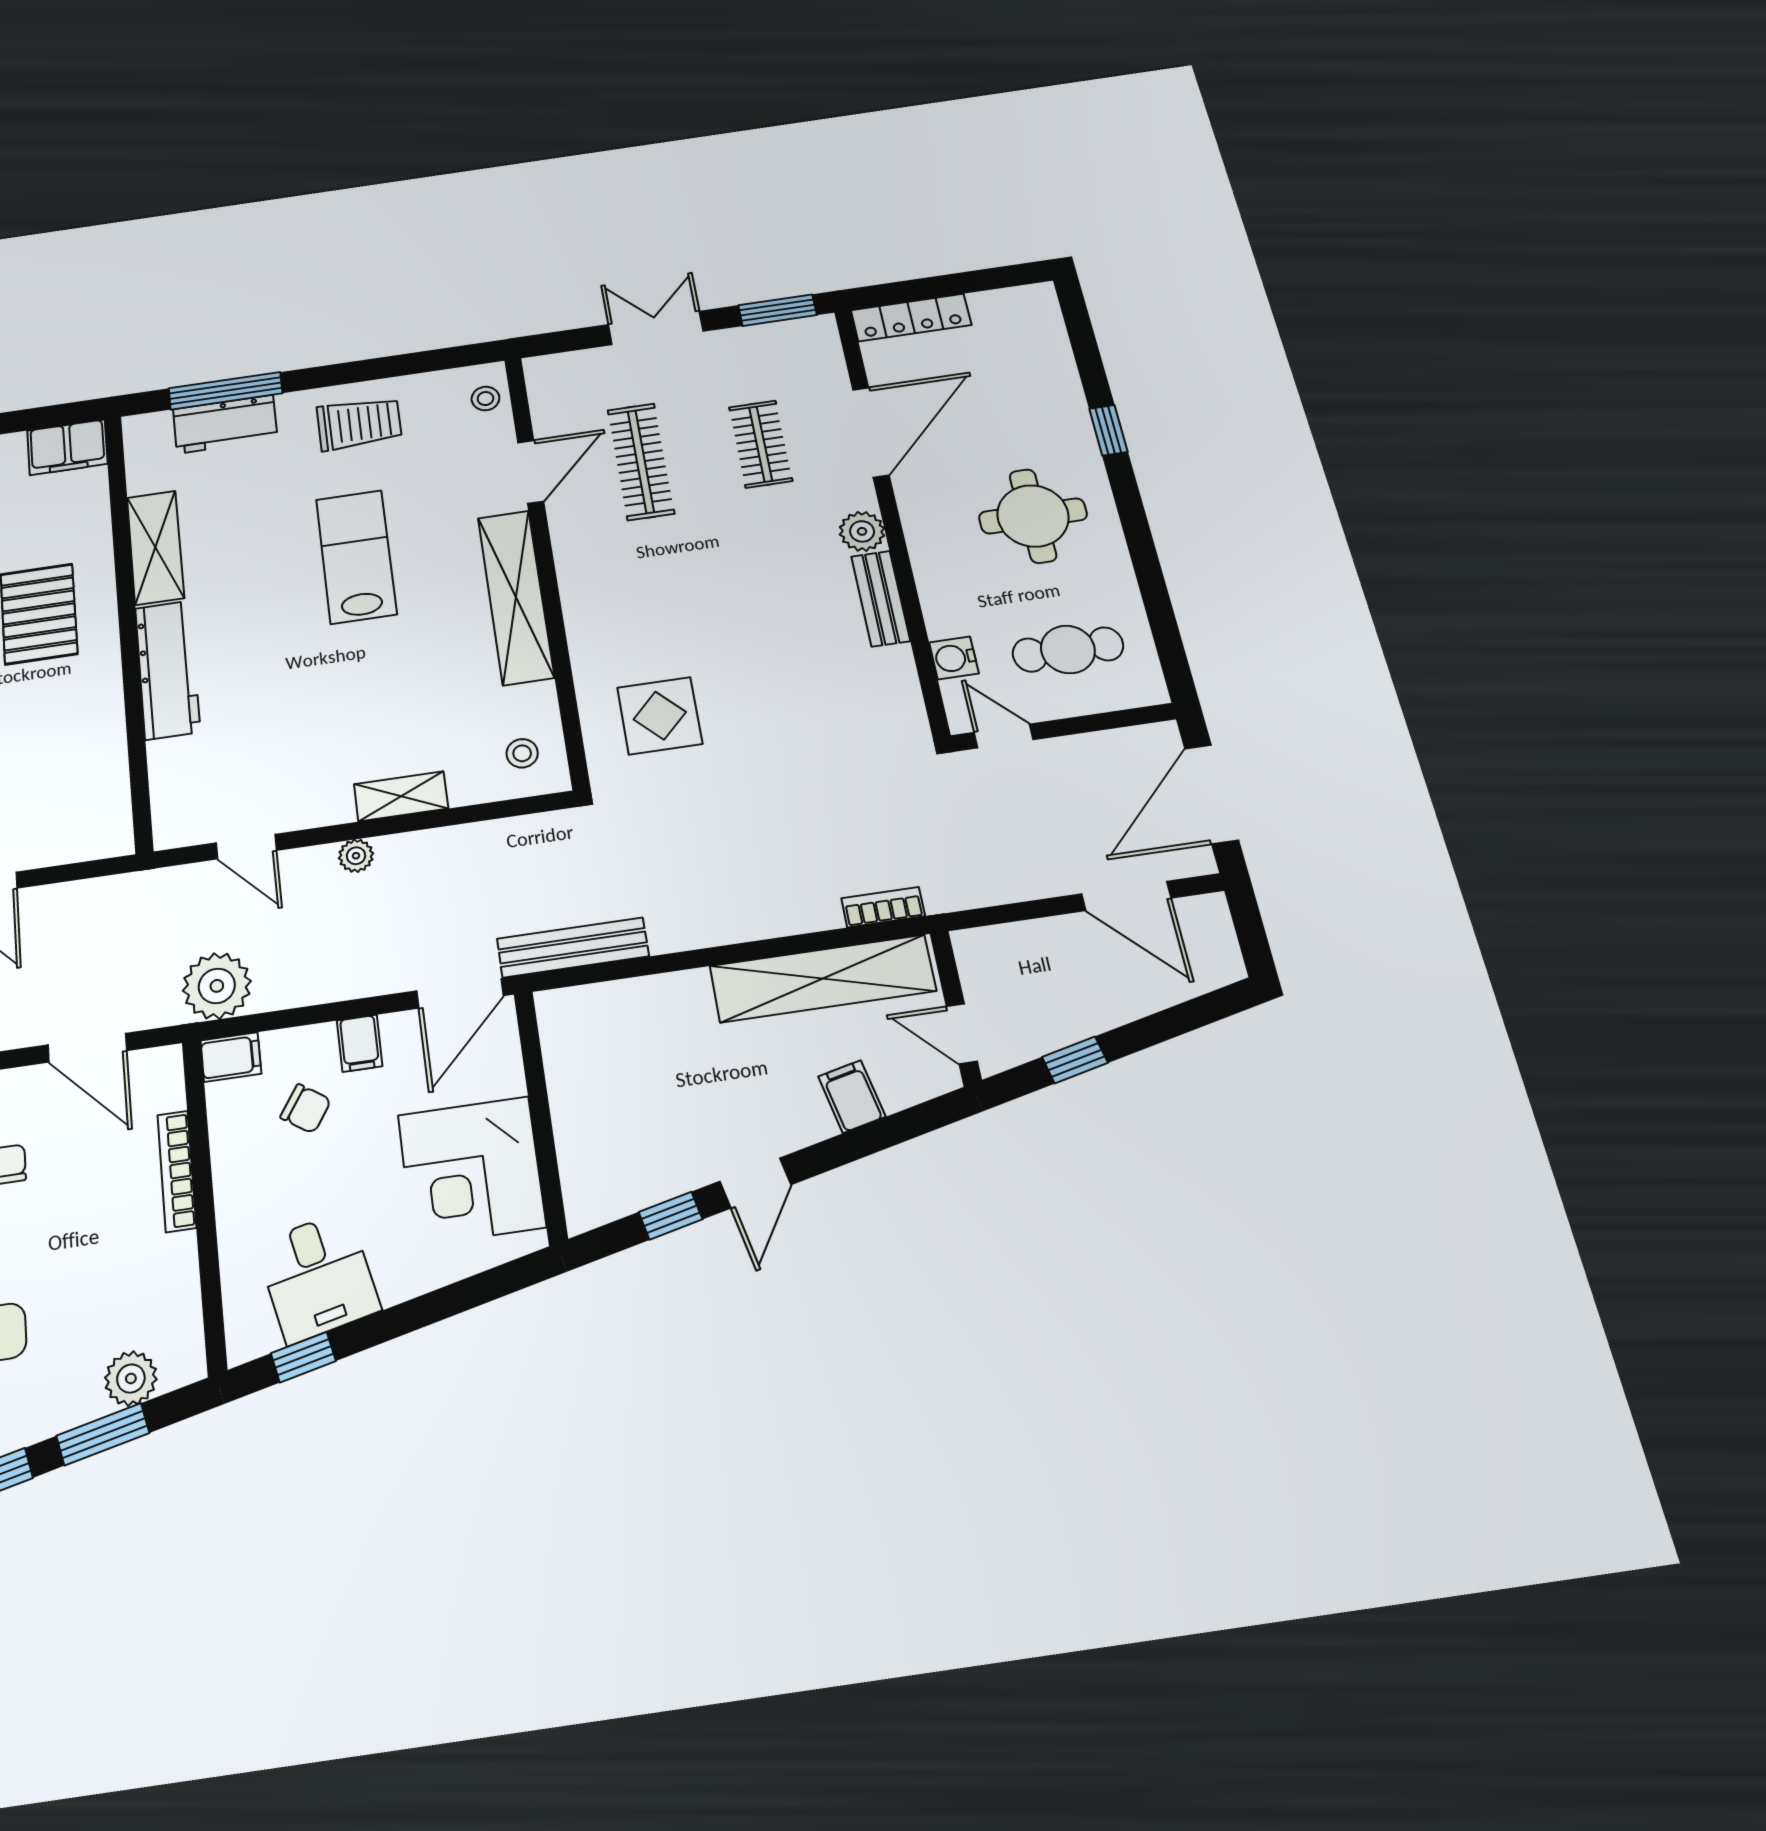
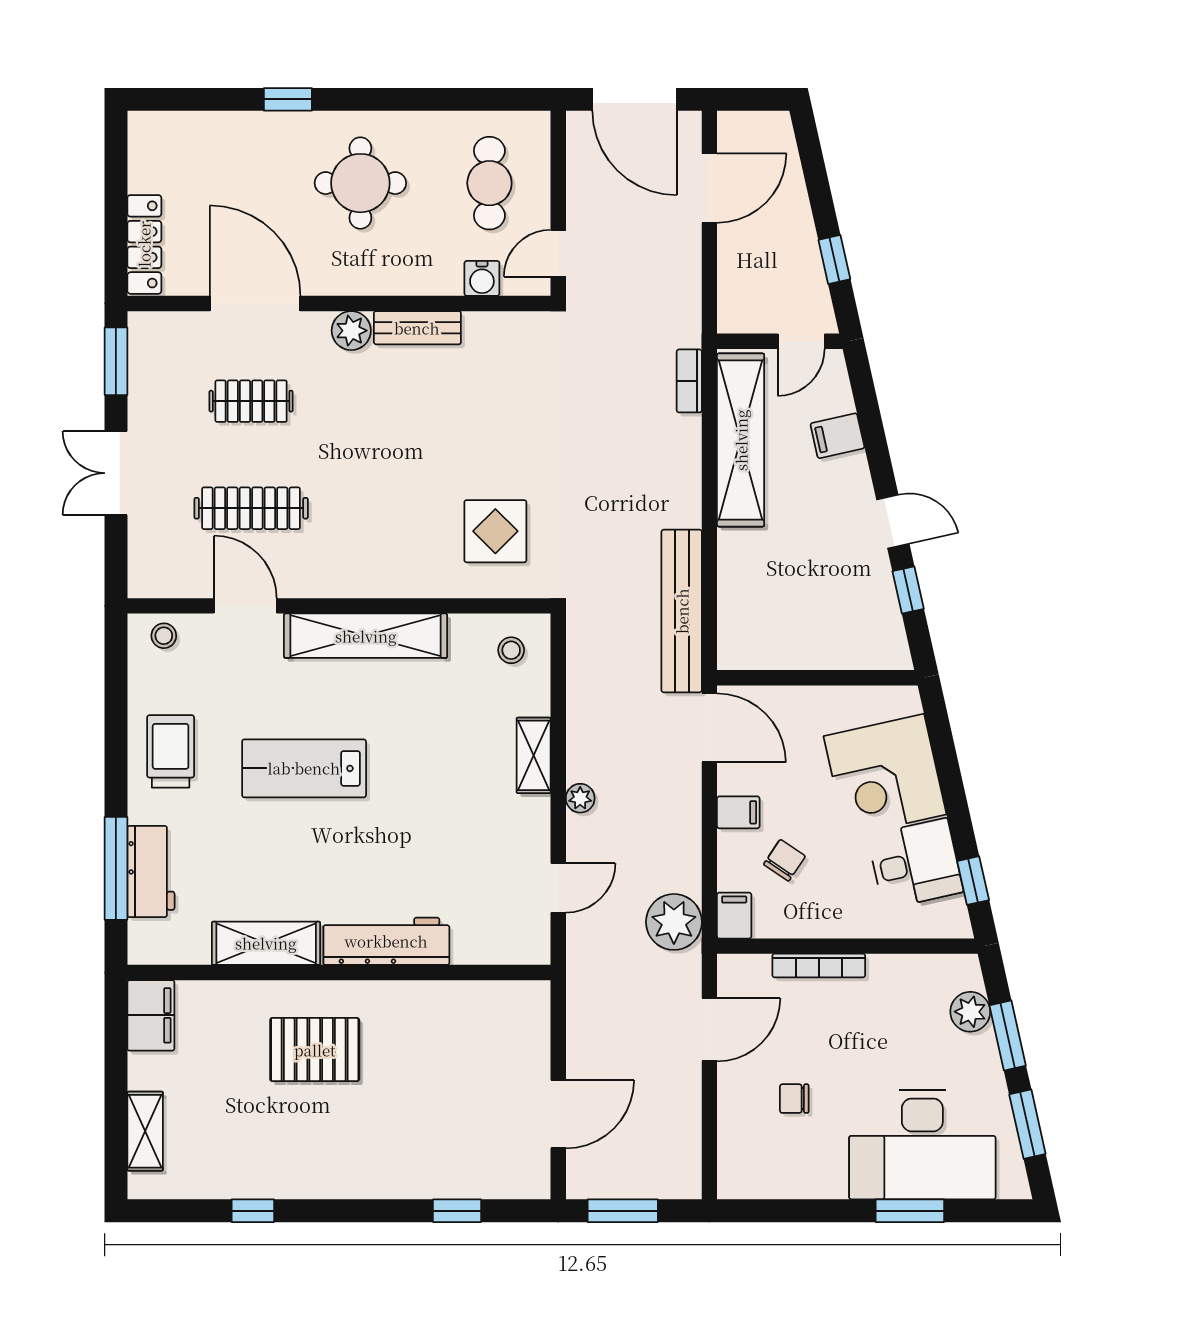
bench: (573, 947) -> (682, 611), width x1.37, depth x1.21
corner desk: (471, 1171) -> (885, 775), moved, turned 77

